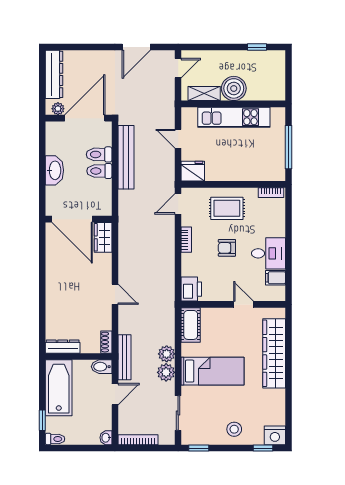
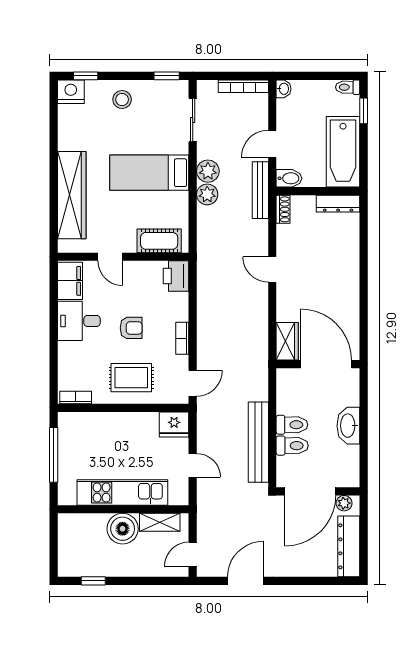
filing cabinet: (276, 278) -> (70, 281), width x2.00
cot: (191, 325) -> (159, 241), moved, turned 90

